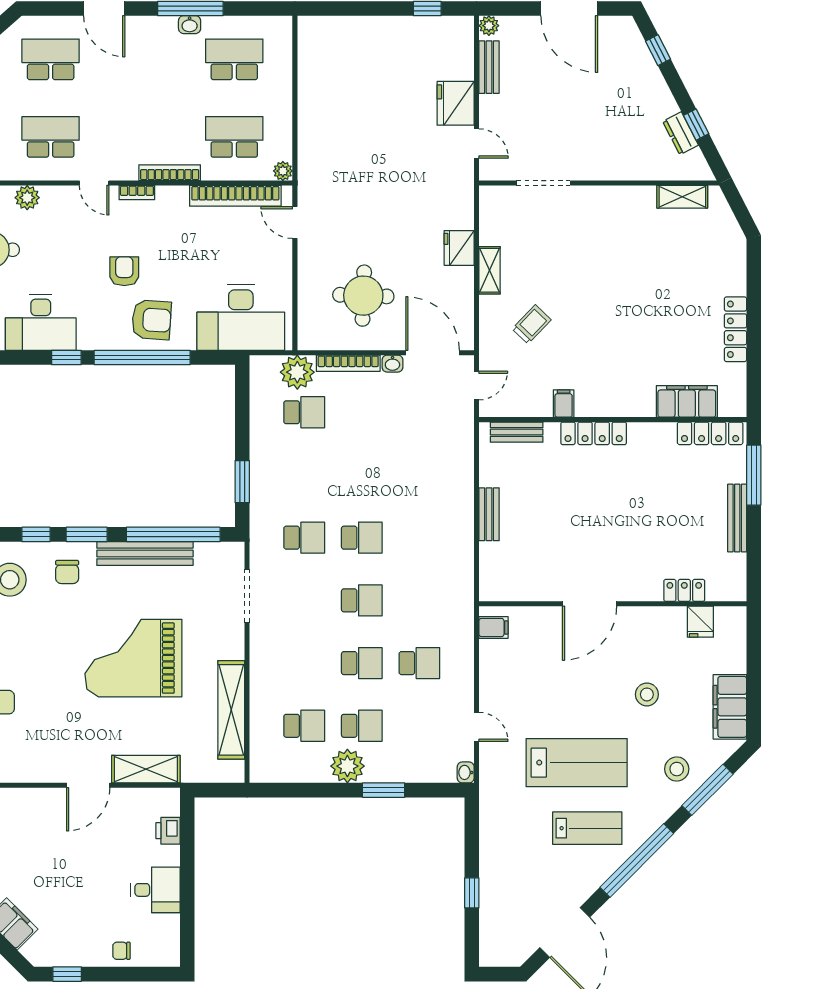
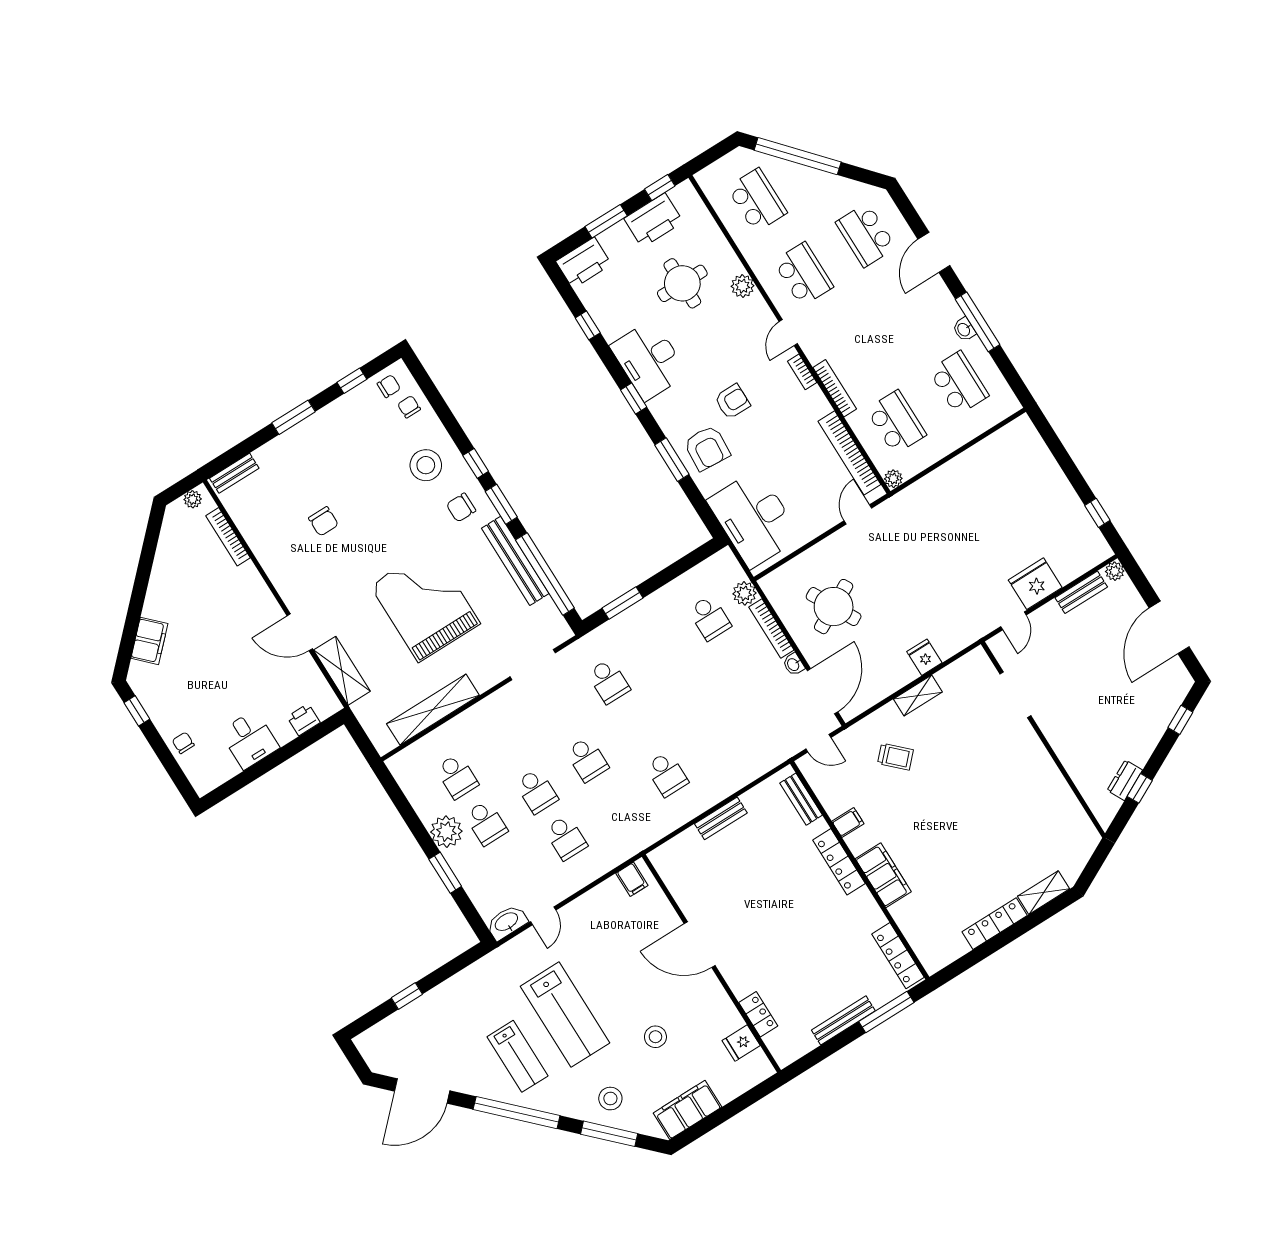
school desk: (51, 59) -> (866, 235), turned 180
shelving: (682, 197) -> (1044, 893), moved, turned 90
fridge: (459, 248) -> (924, 657), width x0.72
round table: (363, 296) -> (834, 607), turned -30
window: (142, 357) -> (672, 460), width x0.47
plant: (297, 372) -> (744, 593), width x0.73, depth x0.73
filing cabinet: (687, 401) -> (883, 875), moved
school desk: (362, 538) -> (667, 774), moved
washbasin: (466, 772) -> (507, 922), width x1.91, depth x1.45

